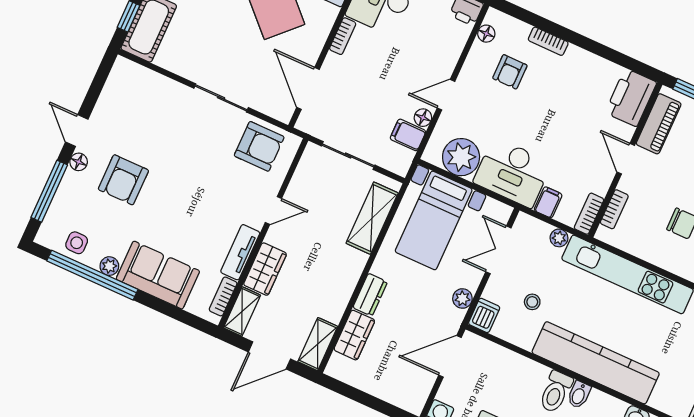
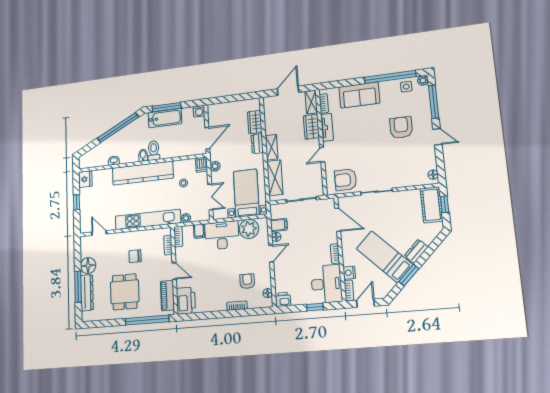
floor lamp: (79, 162) -> (433, 175), moved
plant: (109, 266) -> (423, 80), moved
shelving: (318, 344) -> (272, 147), moved

